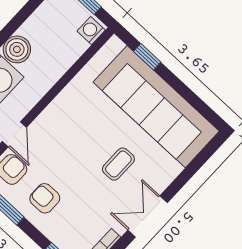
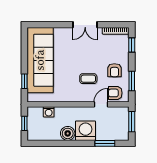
washing machine: (91, 31) -> (49, 112), moved
coffee table: (118, 164) -> (88, 79), moved

